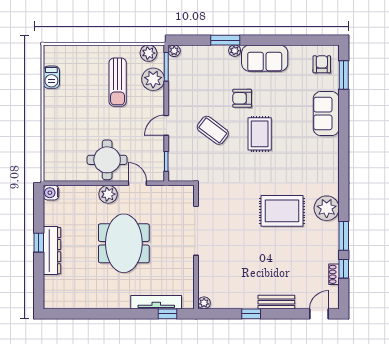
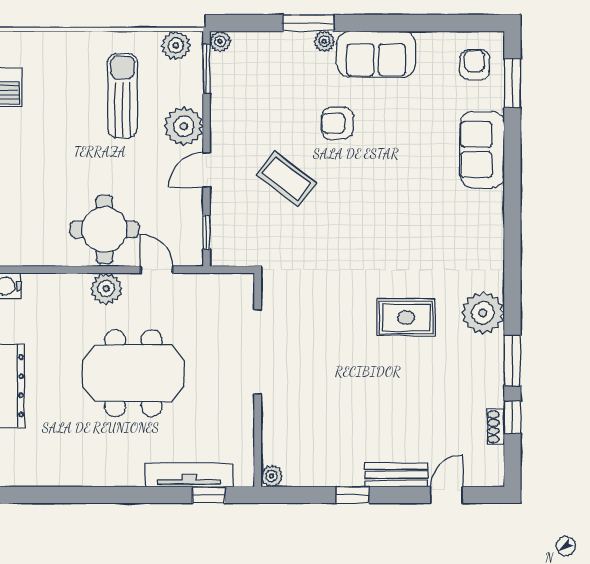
plant: (153, 79) -> (184, 126), moved
sun lounger: (118, 82) -> (123, 96), turned 180
rug: (260, 134) -> (368, 185), removed
rug: (282, 211) -> (406, 317), width x0.73, depth x0.70
meeting table: (124, 243) -> (133, 373), turned 90
door: (319, 314) -> (446, 495), moved

